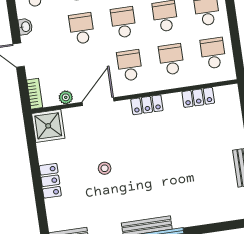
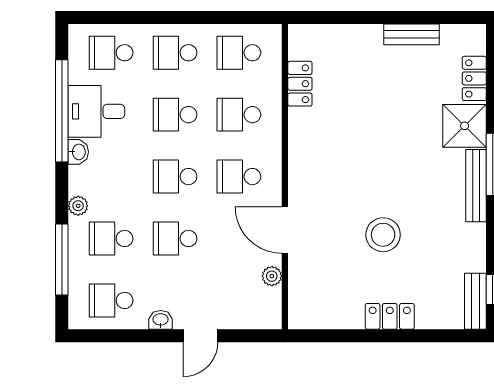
bookcase: (35, 94) -> (260, 321), removed
locker: (147, 105) -> (474, 78), moved, turned 180
shower: (48, 126) -> (465, 126), moved
stool: (105, 168) -> (383, 235), width x1.89, depth x1.89

